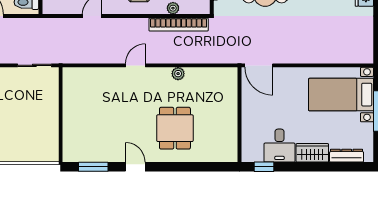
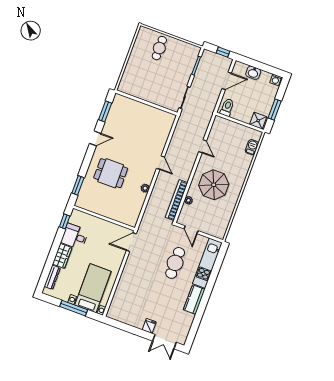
window: (208, 167) -> (78, 185), added

